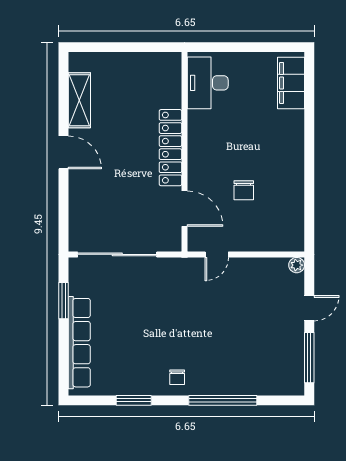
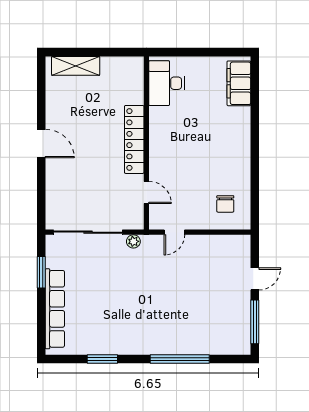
shelving: (79, 100) -> (76, 66), moved, turned 90
chair: (244, 190) -> (225, 204), moved
door: (184, 209) -> (146, 192), width x0.73
plant: (297, 265) -> (133, 241), moved
chair: (177, 377) -> (140, 339), removed

